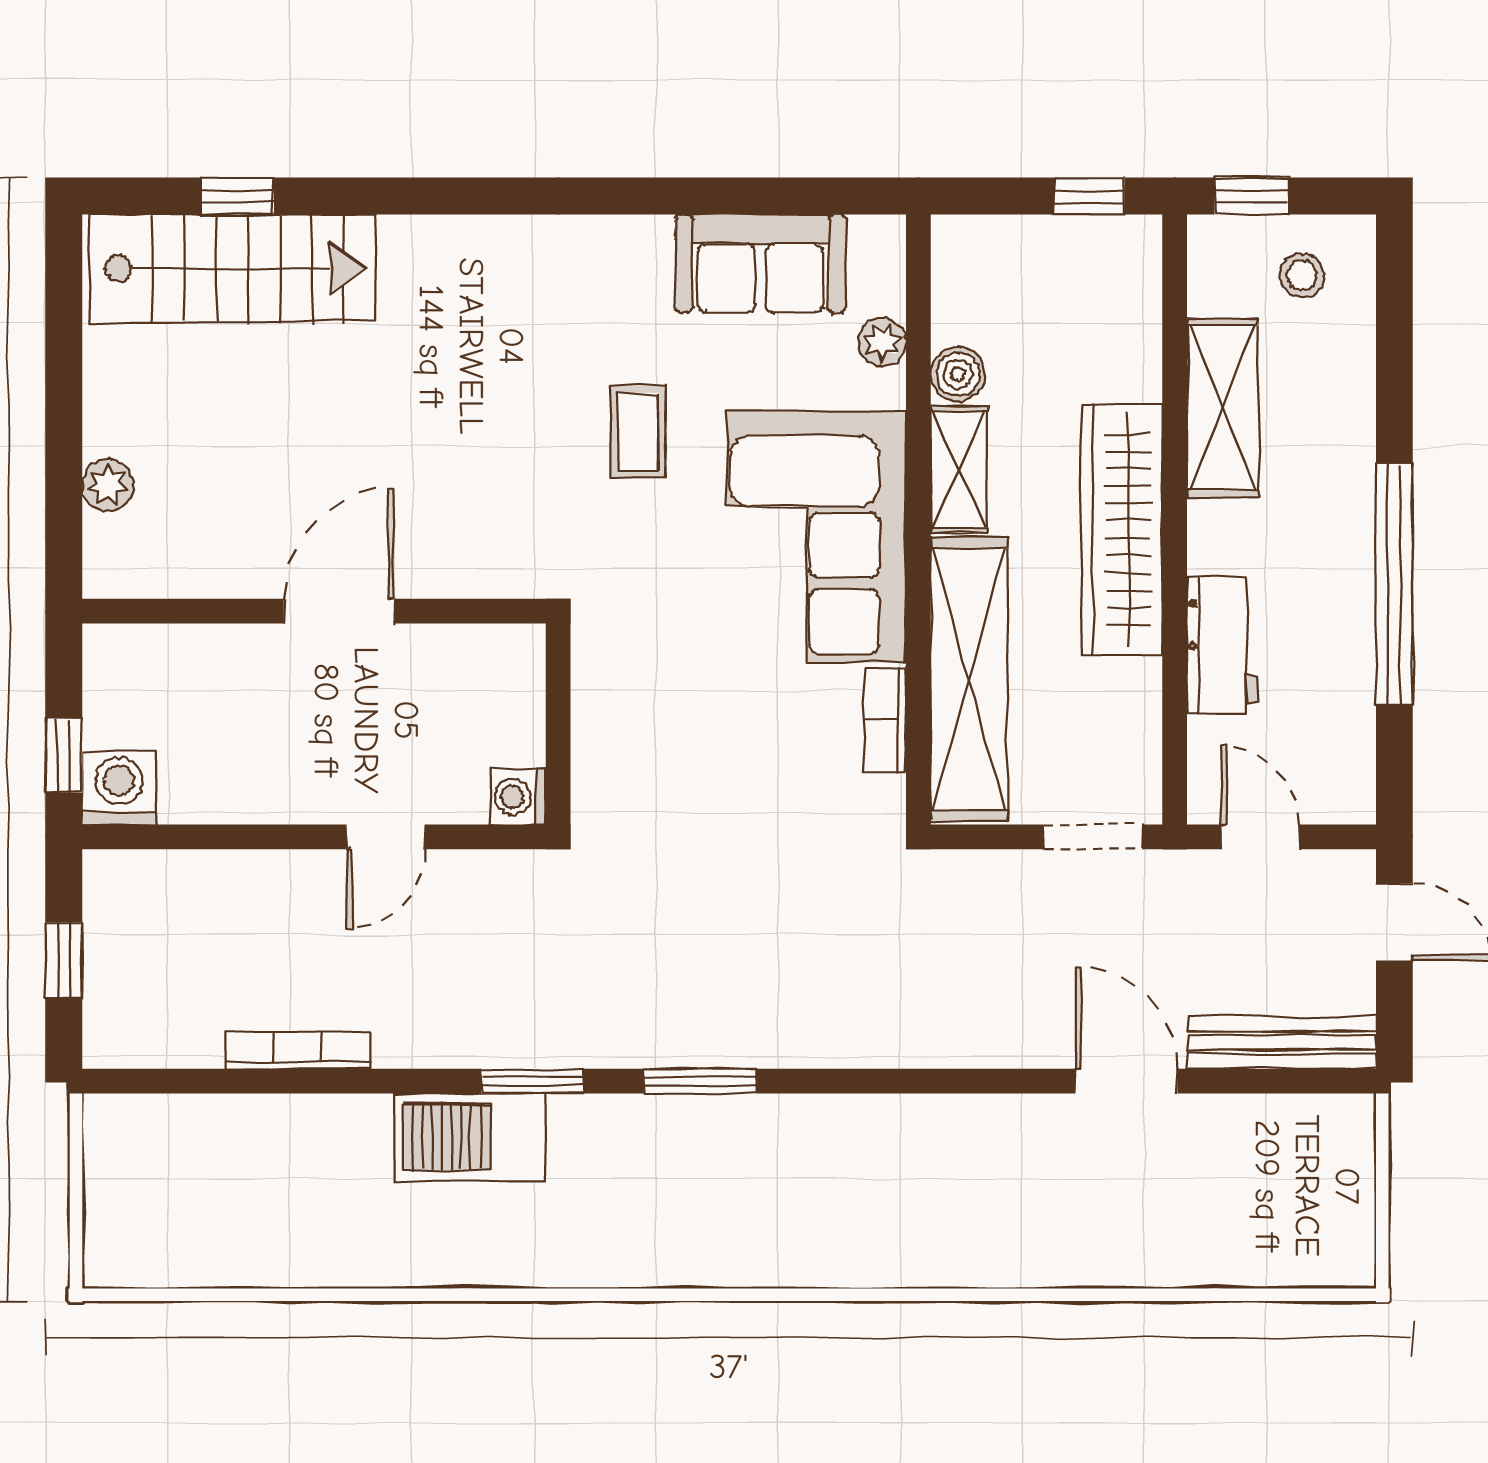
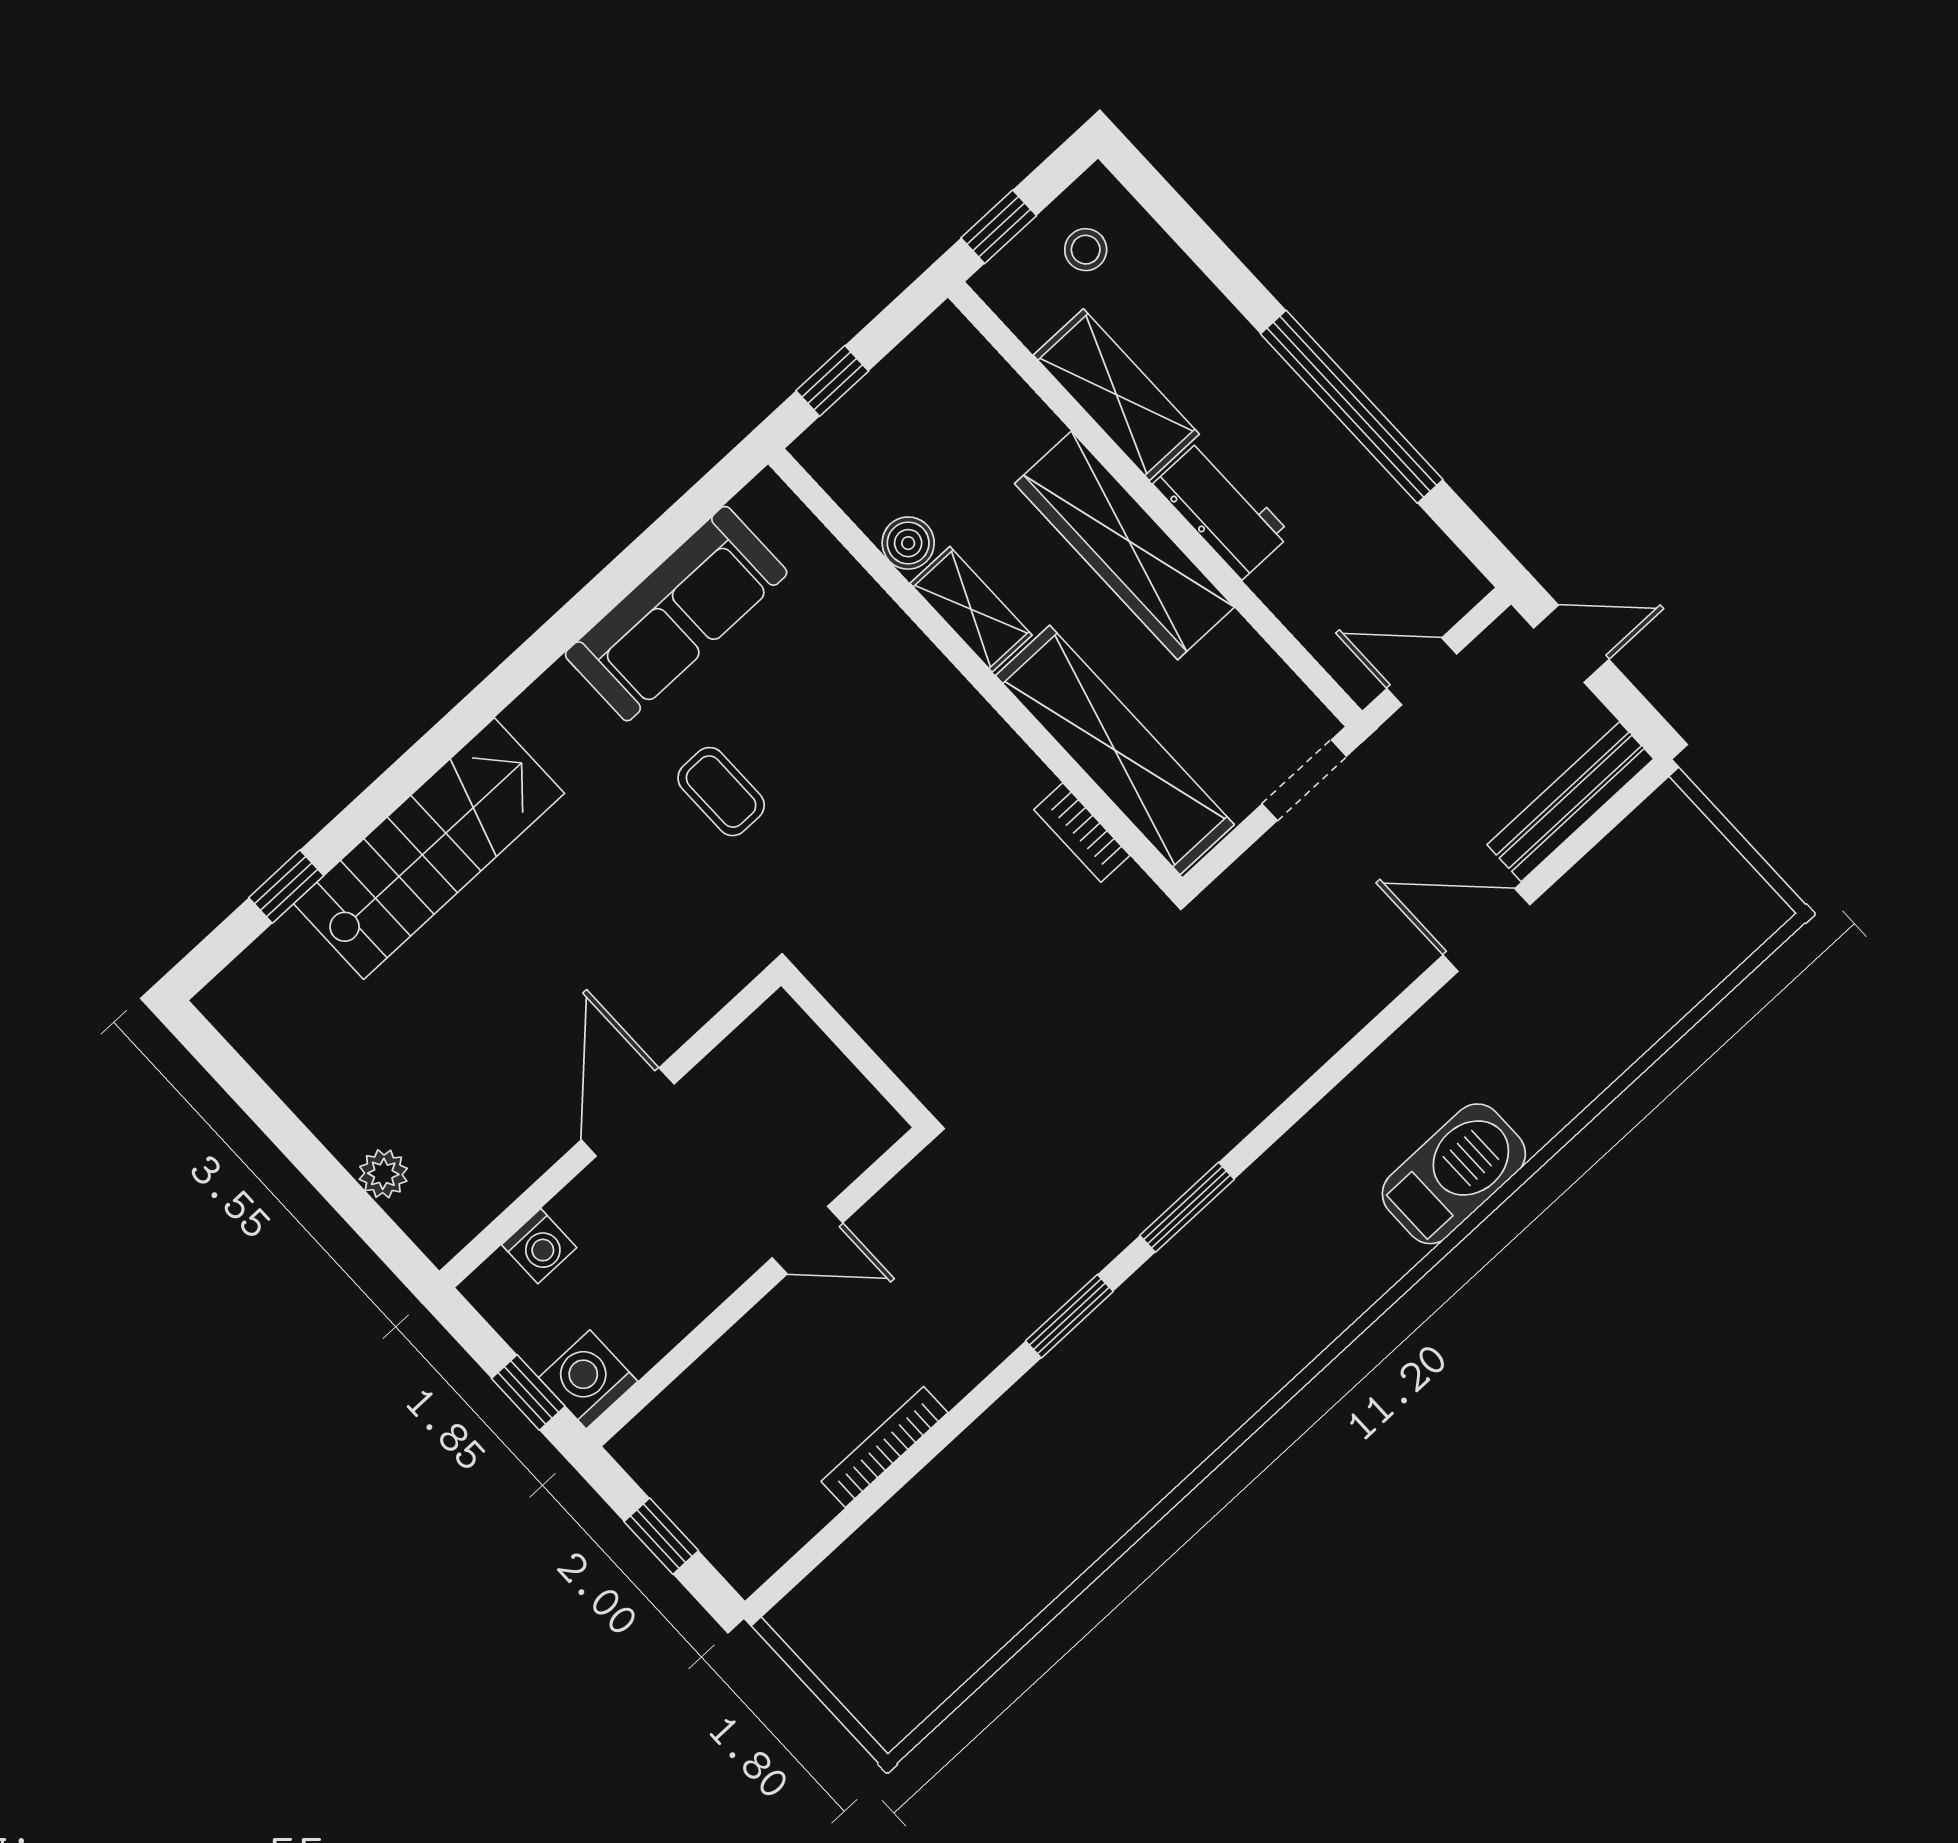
window: (1090, 196) -> (832, 381), moved
sofa: (760, 264) -> (676, 614), width x1.36
stairs: (233, 268) -> (429, 849), moved
plant: (882, 342) -> (834, 570), removed
corner sofa: (816, 537) -> (914, 749), removed
workbench: (1222, 645) -> (1222, 509), moved
washing machine: (518, 797) -> (539, 1246), moved, turned -90
door: (386, 837) -> (807, 1240), hinge flipped
barbecue: (470, 1137) -> (1454, 1174), moved, turned 180

